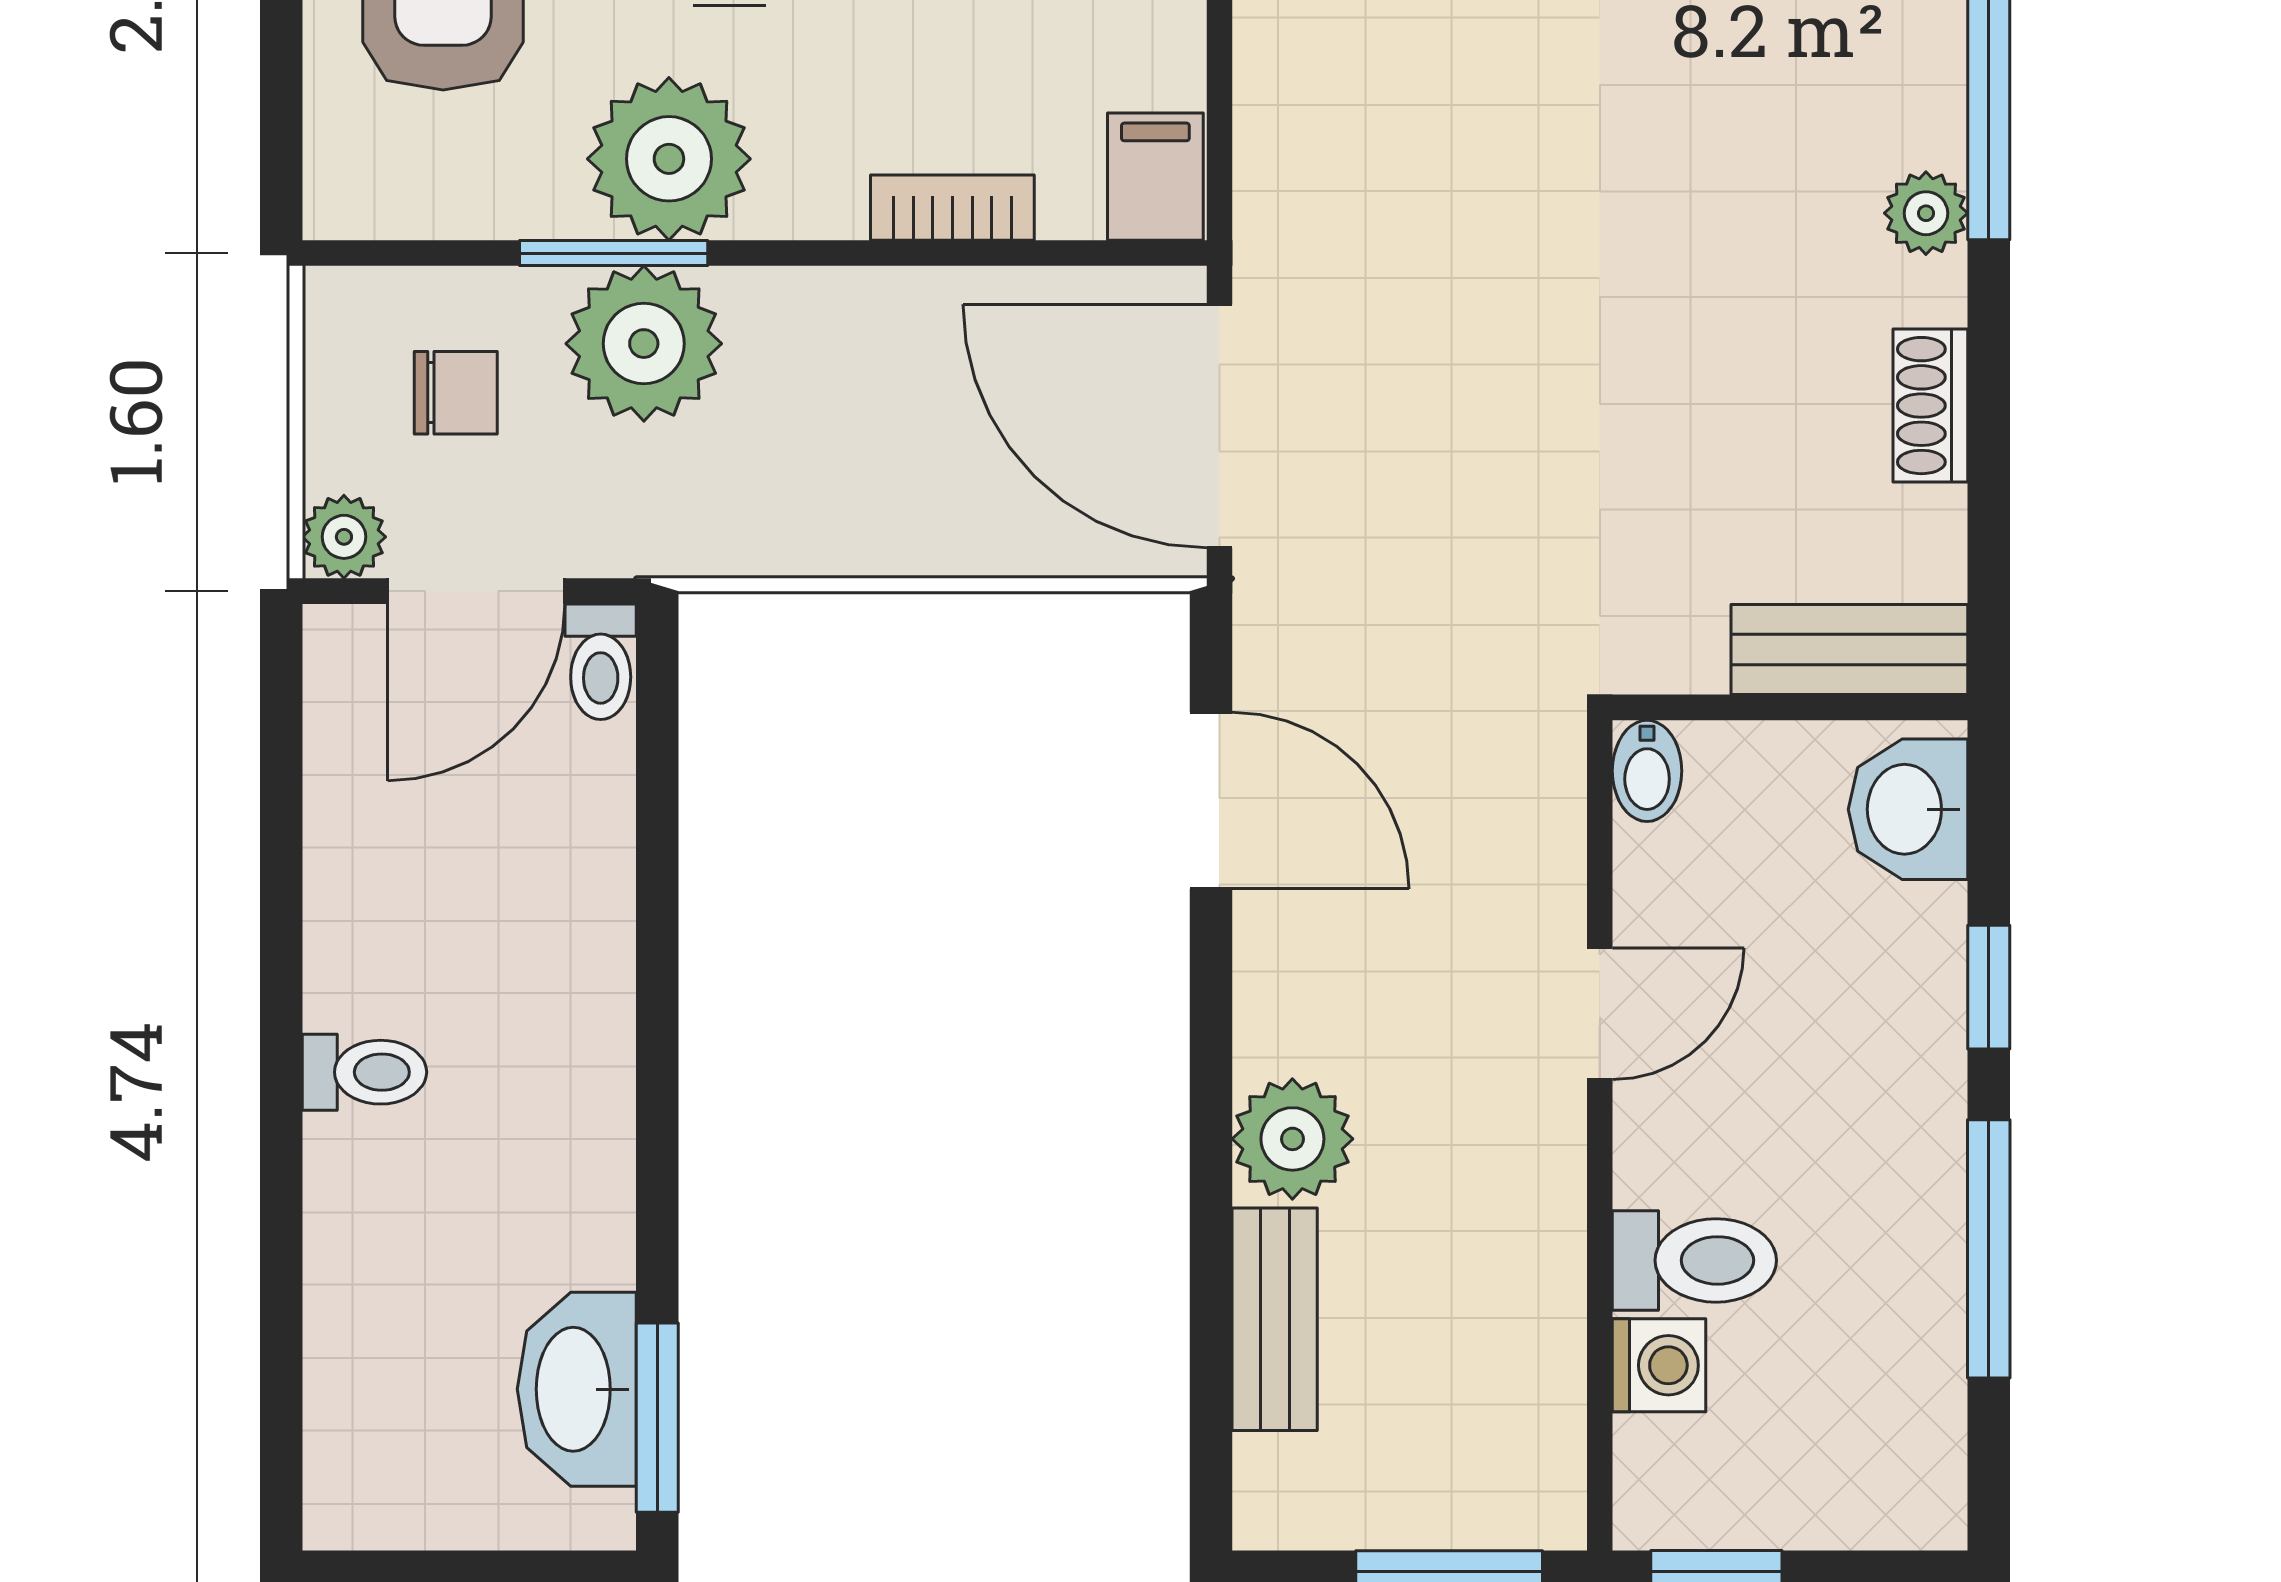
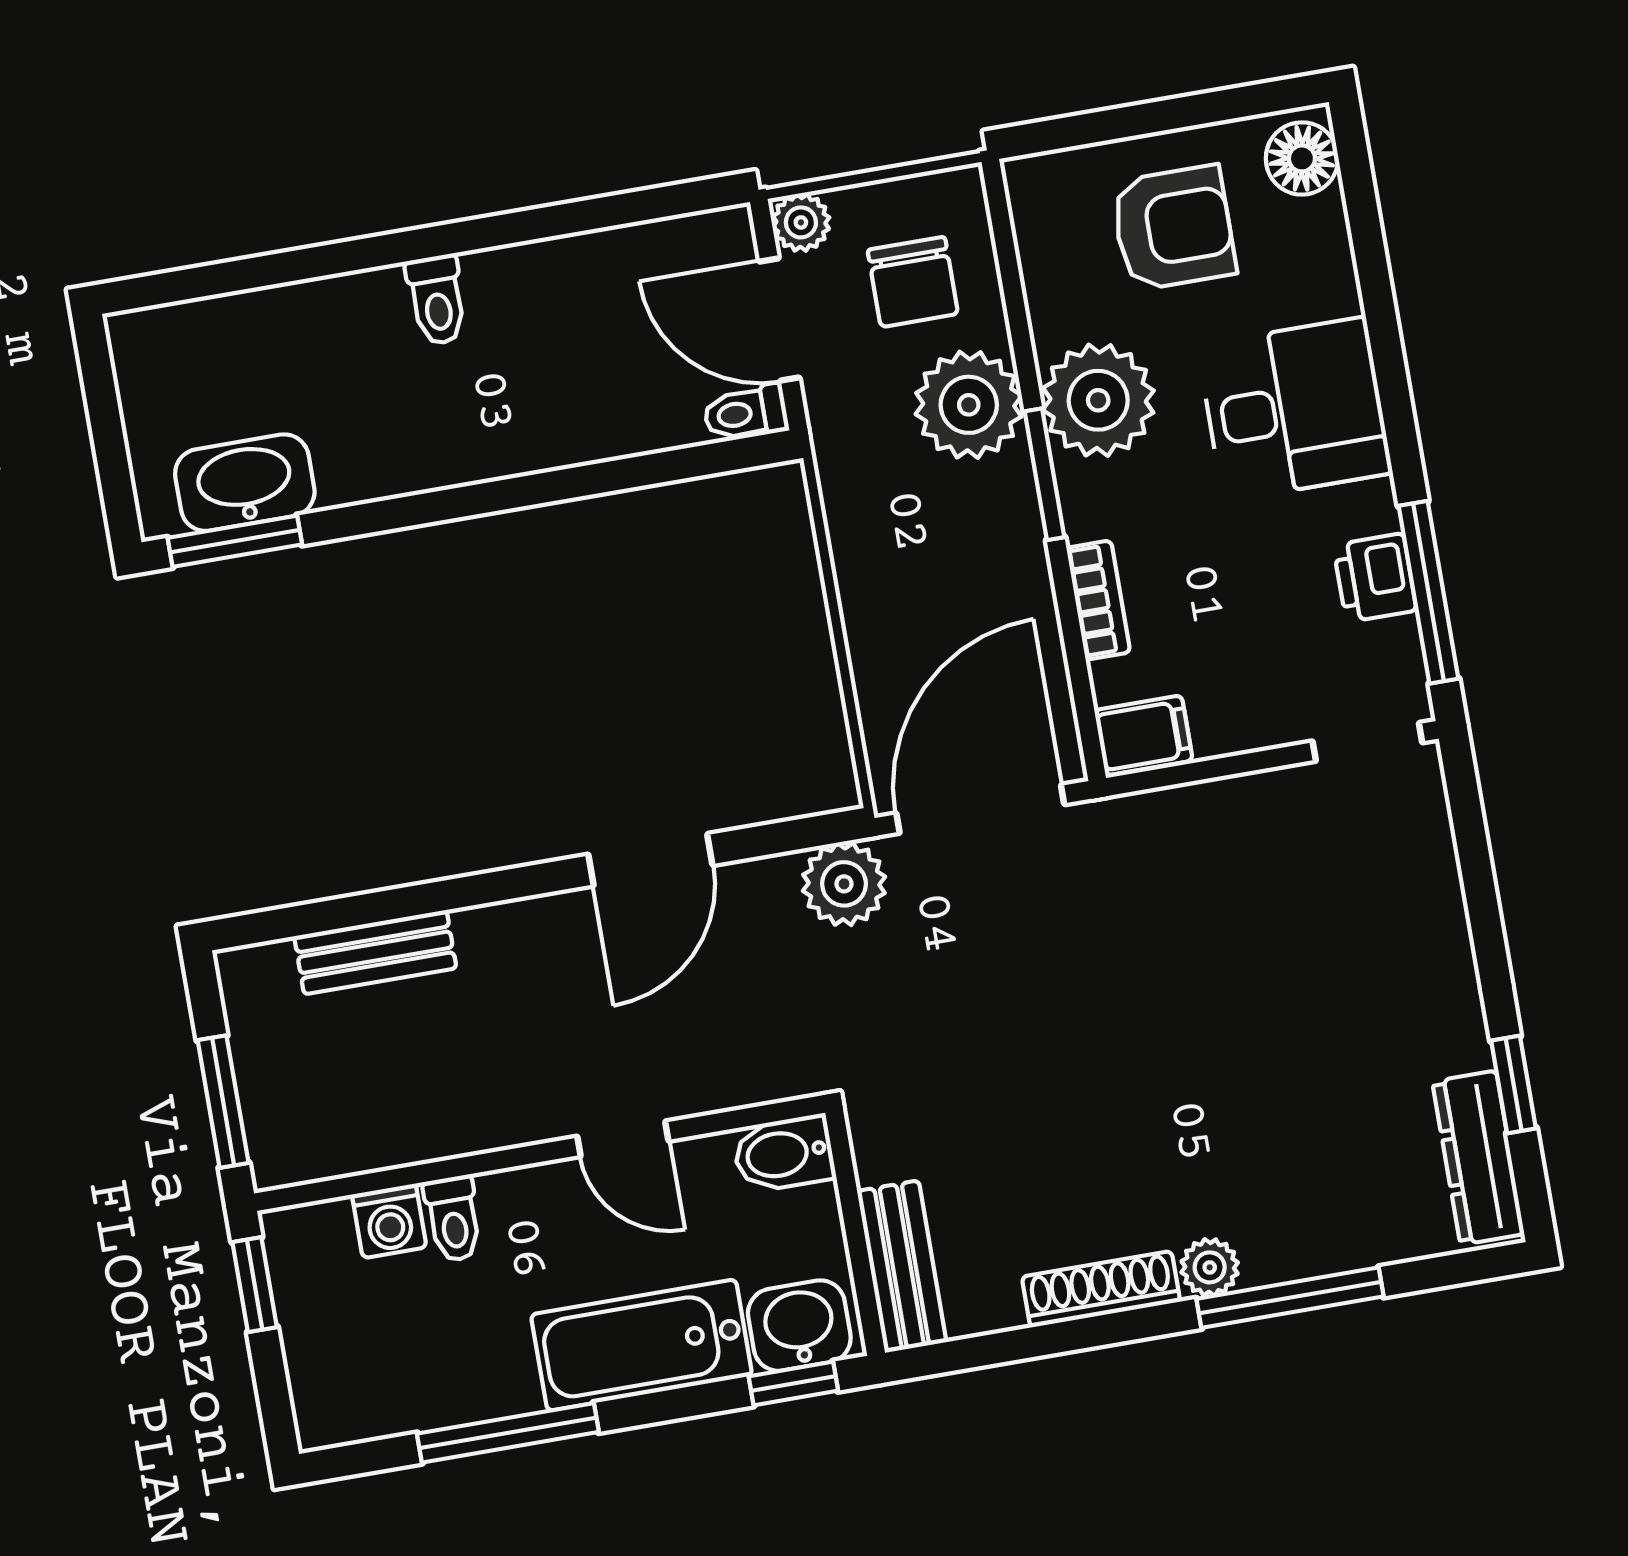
window: (614, 253) -> (1045, 474), moved
chair: (456, 393) -> (913, 282), width x1.37, depth x1.37
shoe rack: (1930, 406) -> (1101, 1289), width x1.43
bidet: (1647, 771) -> (784, 1154), width x1.38, depth x1.36
door: (1211, 800) -> (650, 860), moved
window: (1989, 987) -> (793, 1384), moved
bathtub: (1897, 1038) -> (642, 1345), added
plant: (1292, 1139) -> (844, 884), moved
toilet: (1694, 1260) -> (453, 1219), width x0.73, depth x0.72

